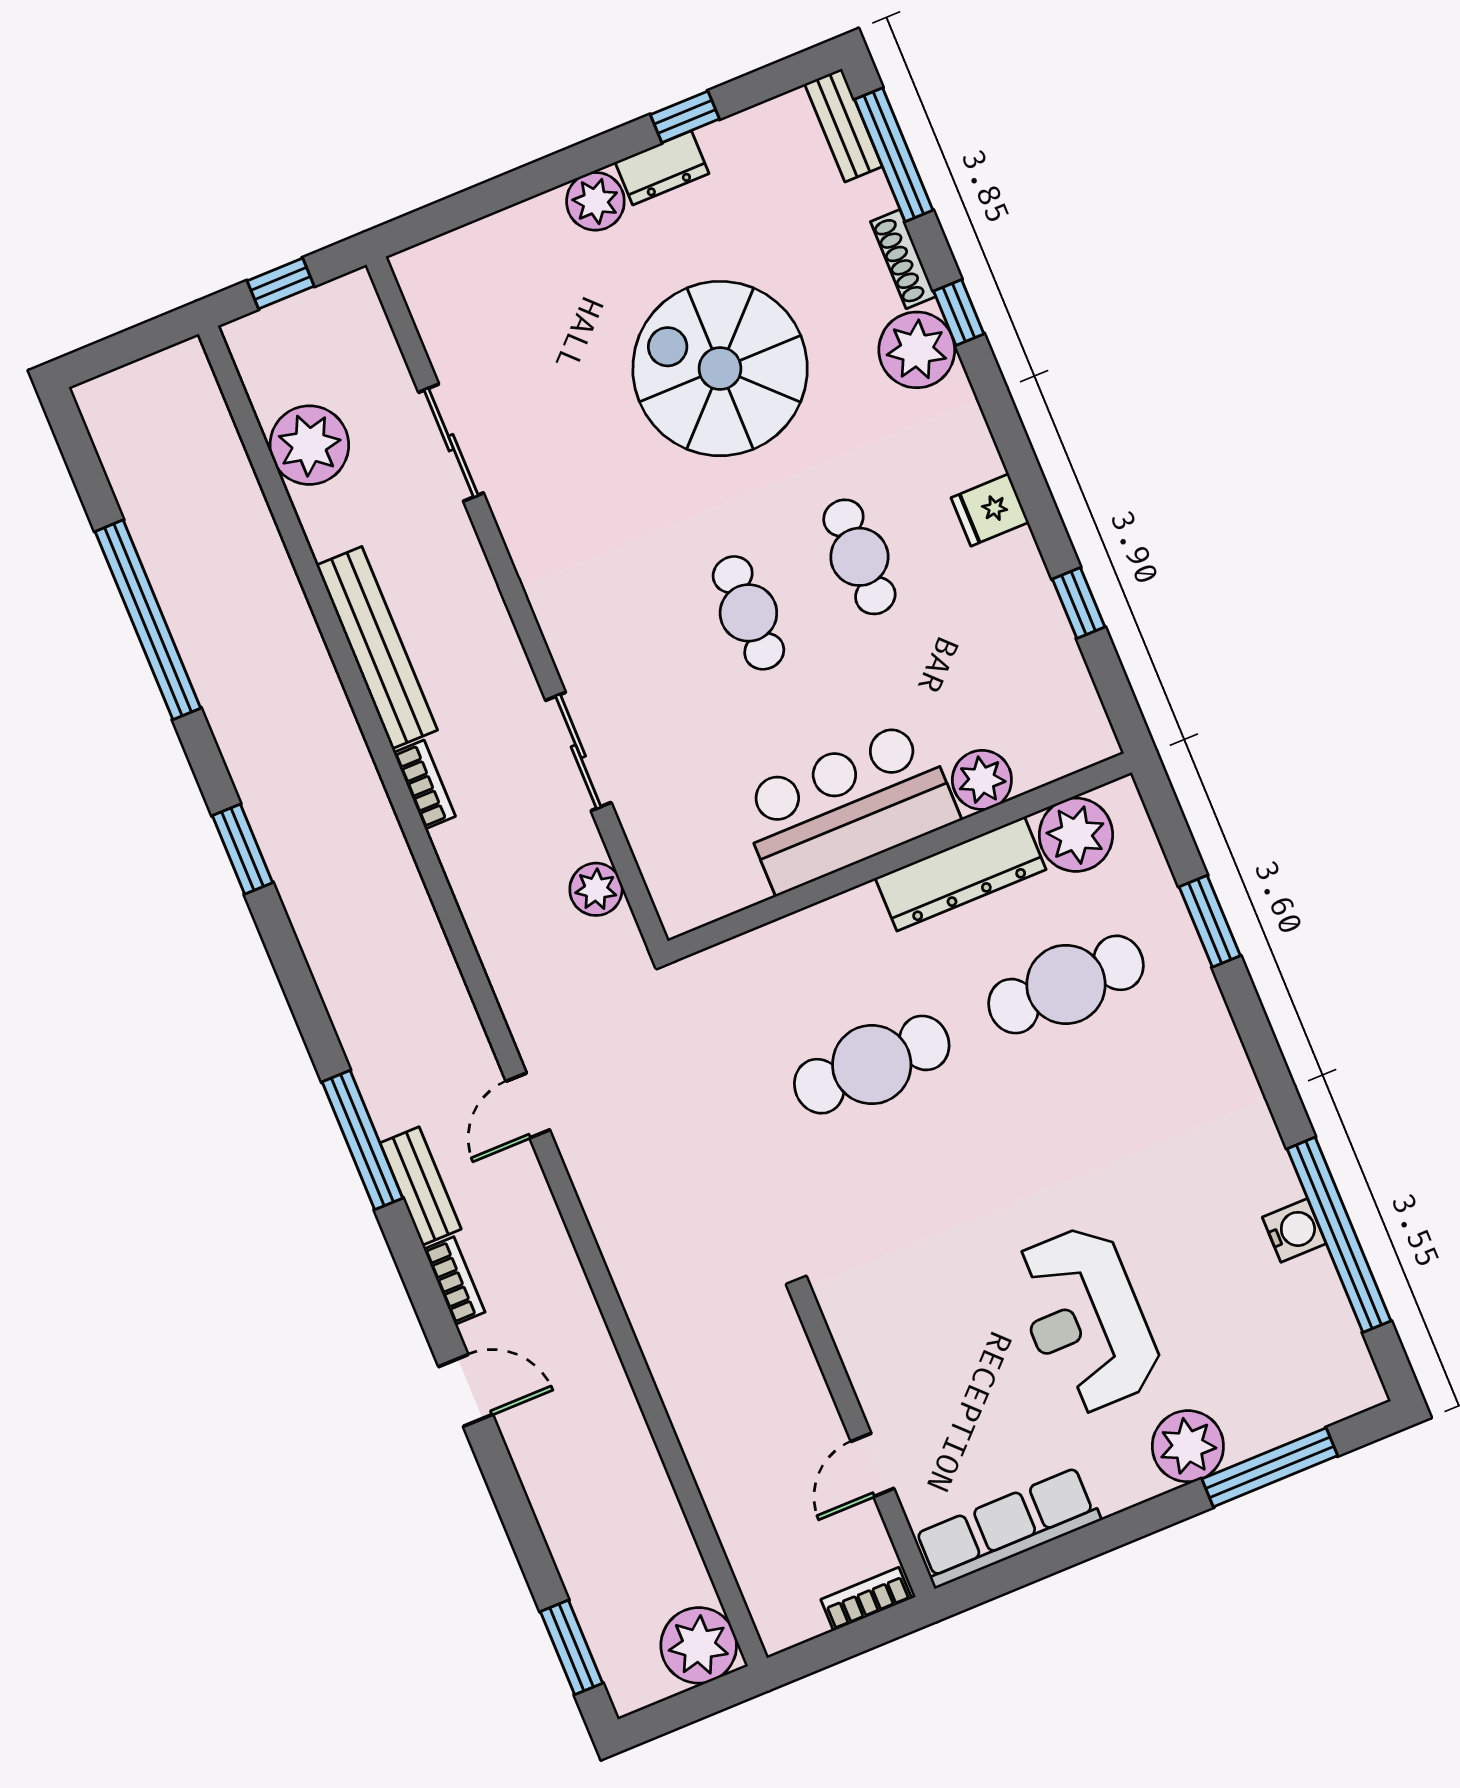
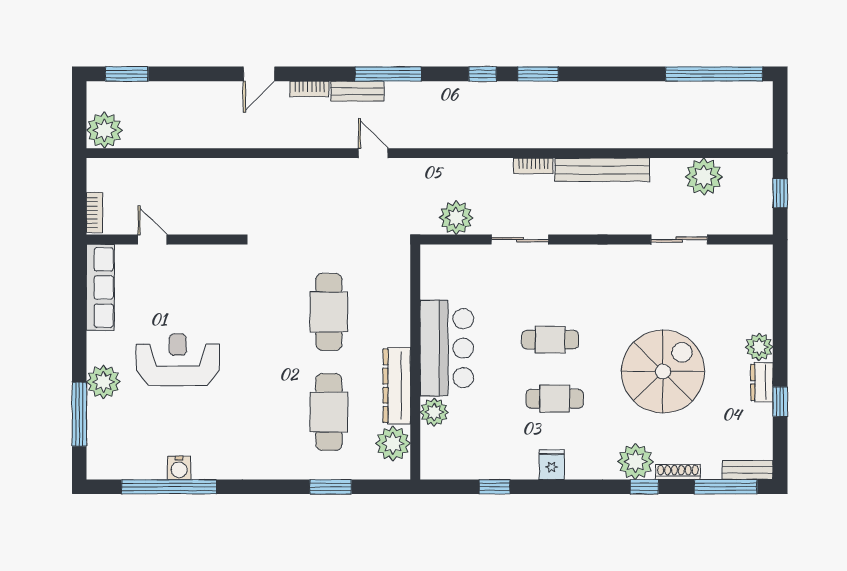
window: (148, 620) -> (714, 74), moved
plant: (596, 889) -> (456, 218), width x1.36, depth x1.36
window: (287, 957) -> (483, 74), added

